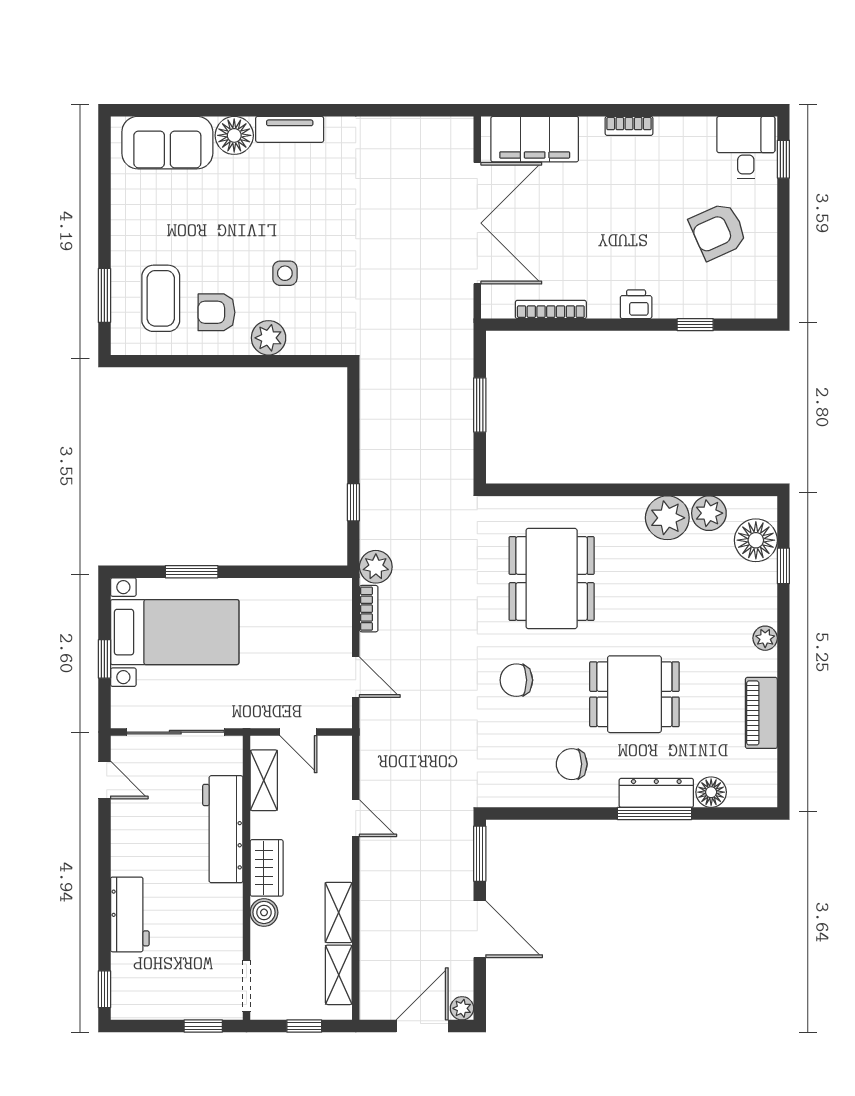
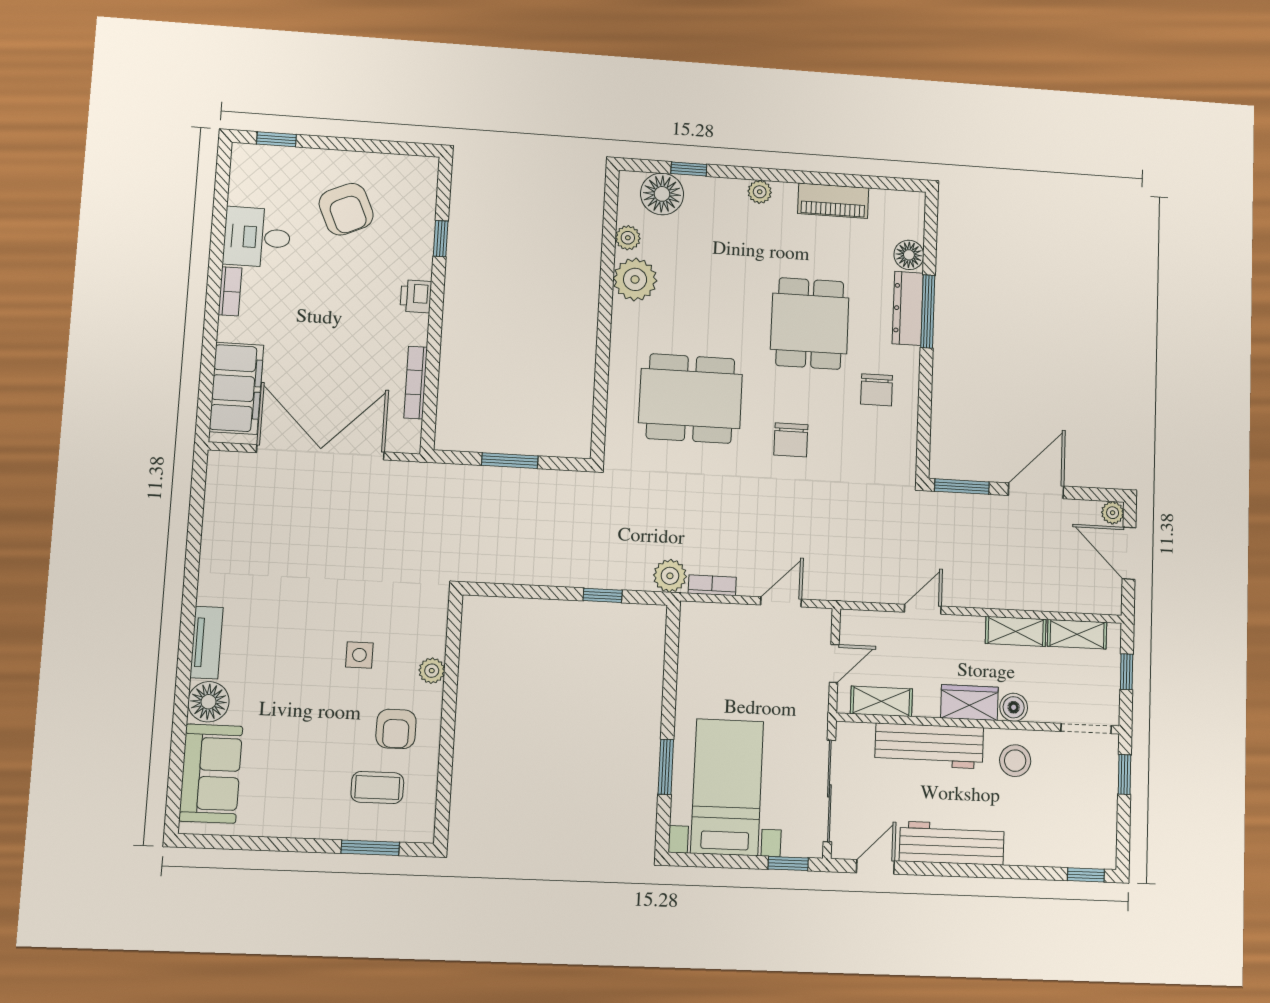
desk: (746, 148) -> (257, 237), moved
coffee table: (161, 298) -> (377, 787), width x0.73, depth x0.77
plant: (269, 338) -> (432, 671), width x0.73, depth x0.73
plant: (709, 513) -> (628, 238), width x0.73, depth x0.73
window: (104, 659) -> (788, 864), moved
workbench: (130, 914) -> (952, 843), moved, width x1.38
stool: (212, 915) -> (1015, 761), added

